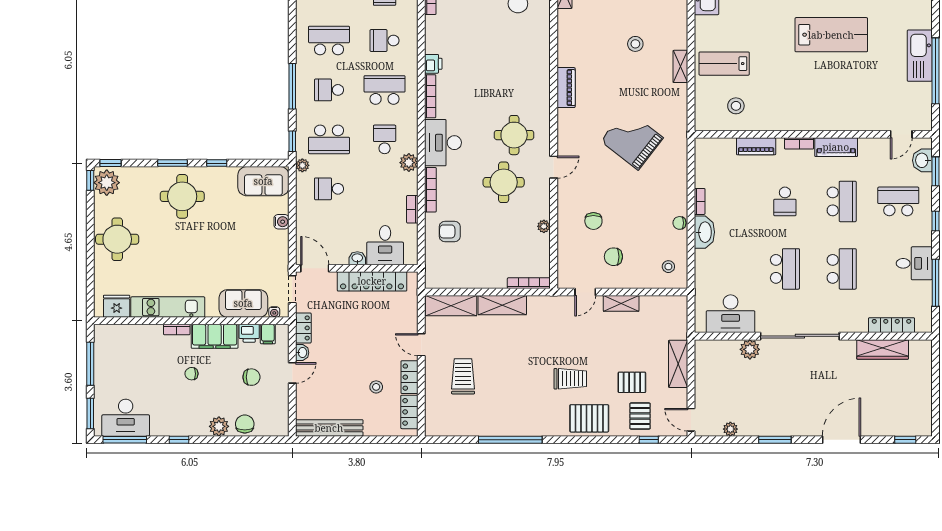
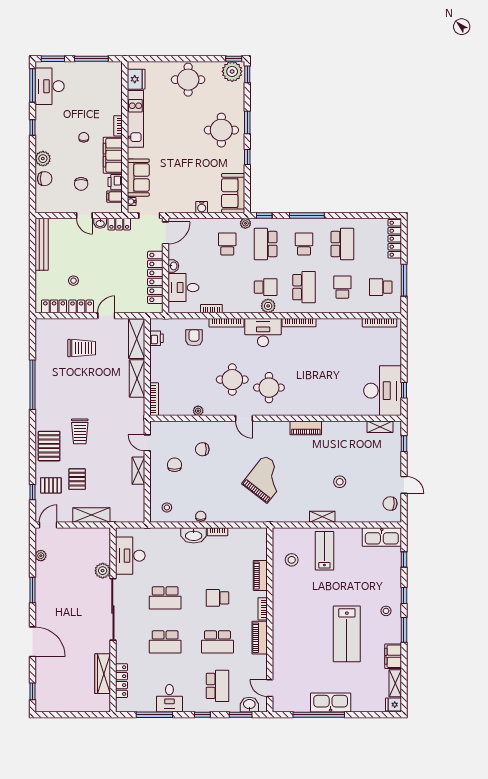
printer: (433, 64) -> (156, 338), moved, turned -90
plant: (409, 163) -> (268, 306), moved

